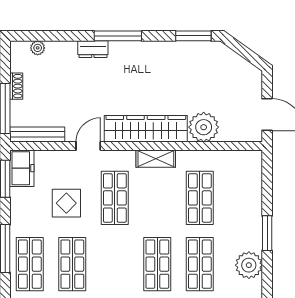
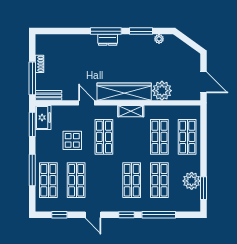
window: (193, 36) -> (141, 31), moved
plant: (38, 48) -> (159, 39), moved
dresser: (93, 49) -> (108, 40), moved
bench: (37, 134) -> (48, 95), width x0.73
door: (88, 146) -> (87, 103), hinge flipped
shop shelf: (242, 198) -> (187, 137), added
window: (267, 233) -> (203, 188), moved

